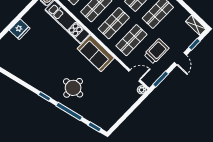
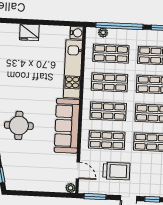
sofa: (96, 53) -> (67, 126), width x1.36

